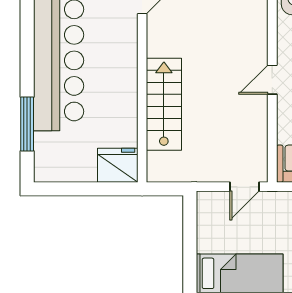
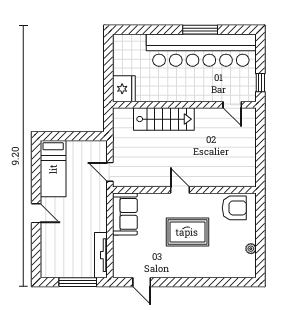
window: (27, 124) -> (200, 30), moved

